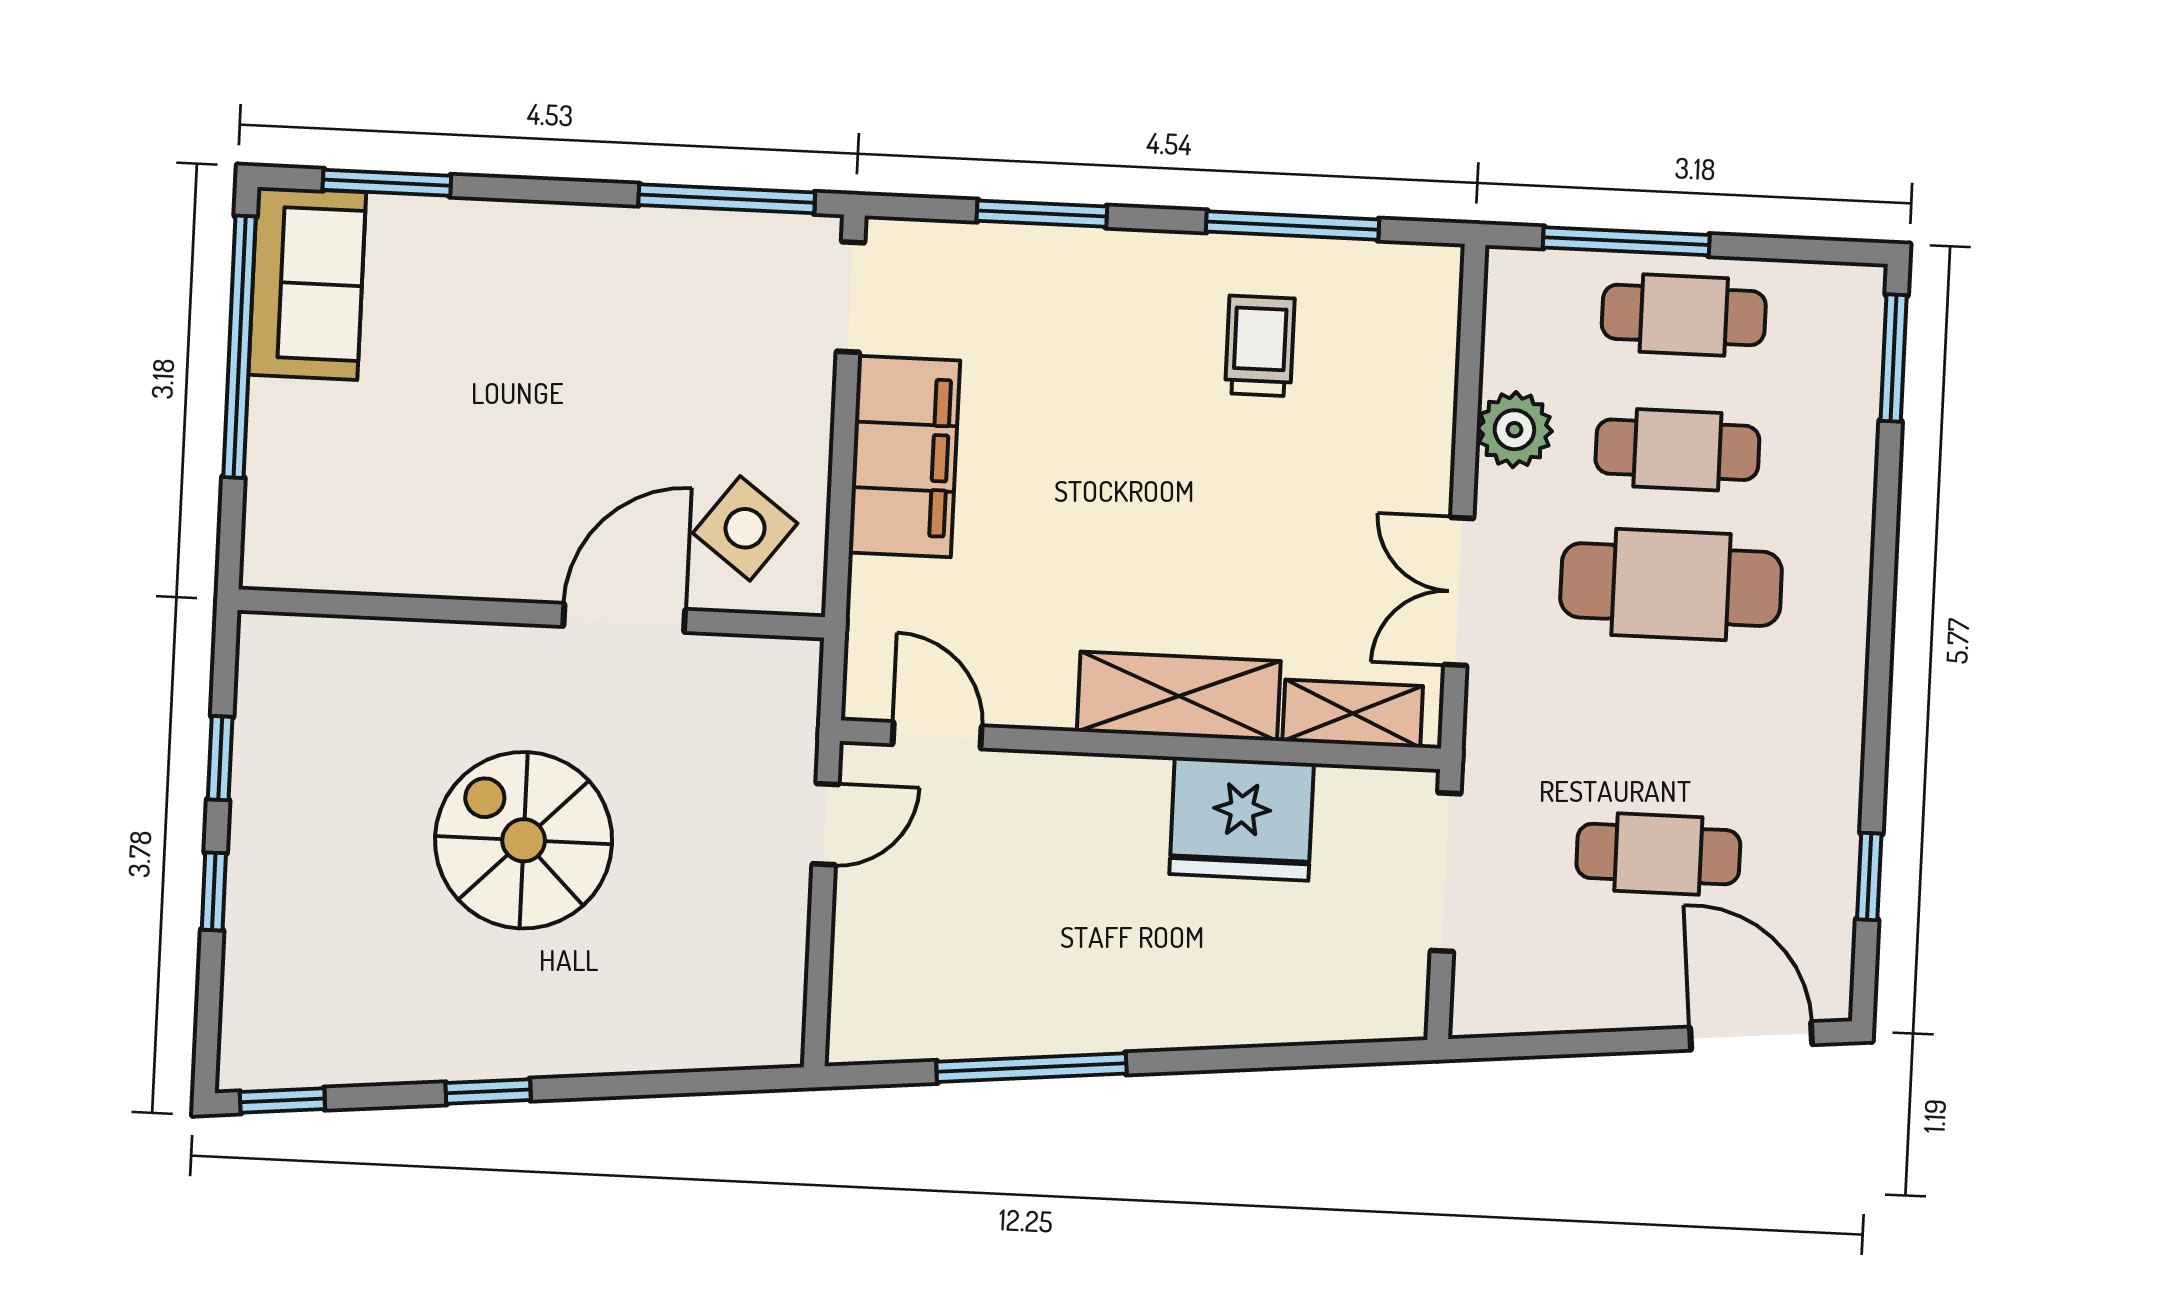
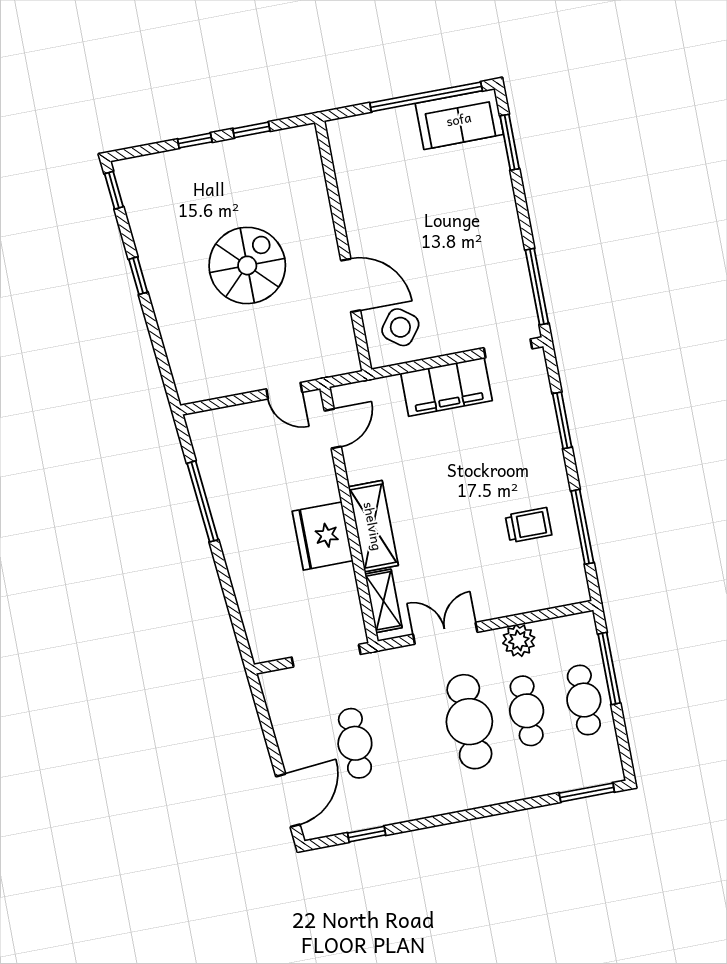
fridge: (1242, 819) -> (323, 536), moved

